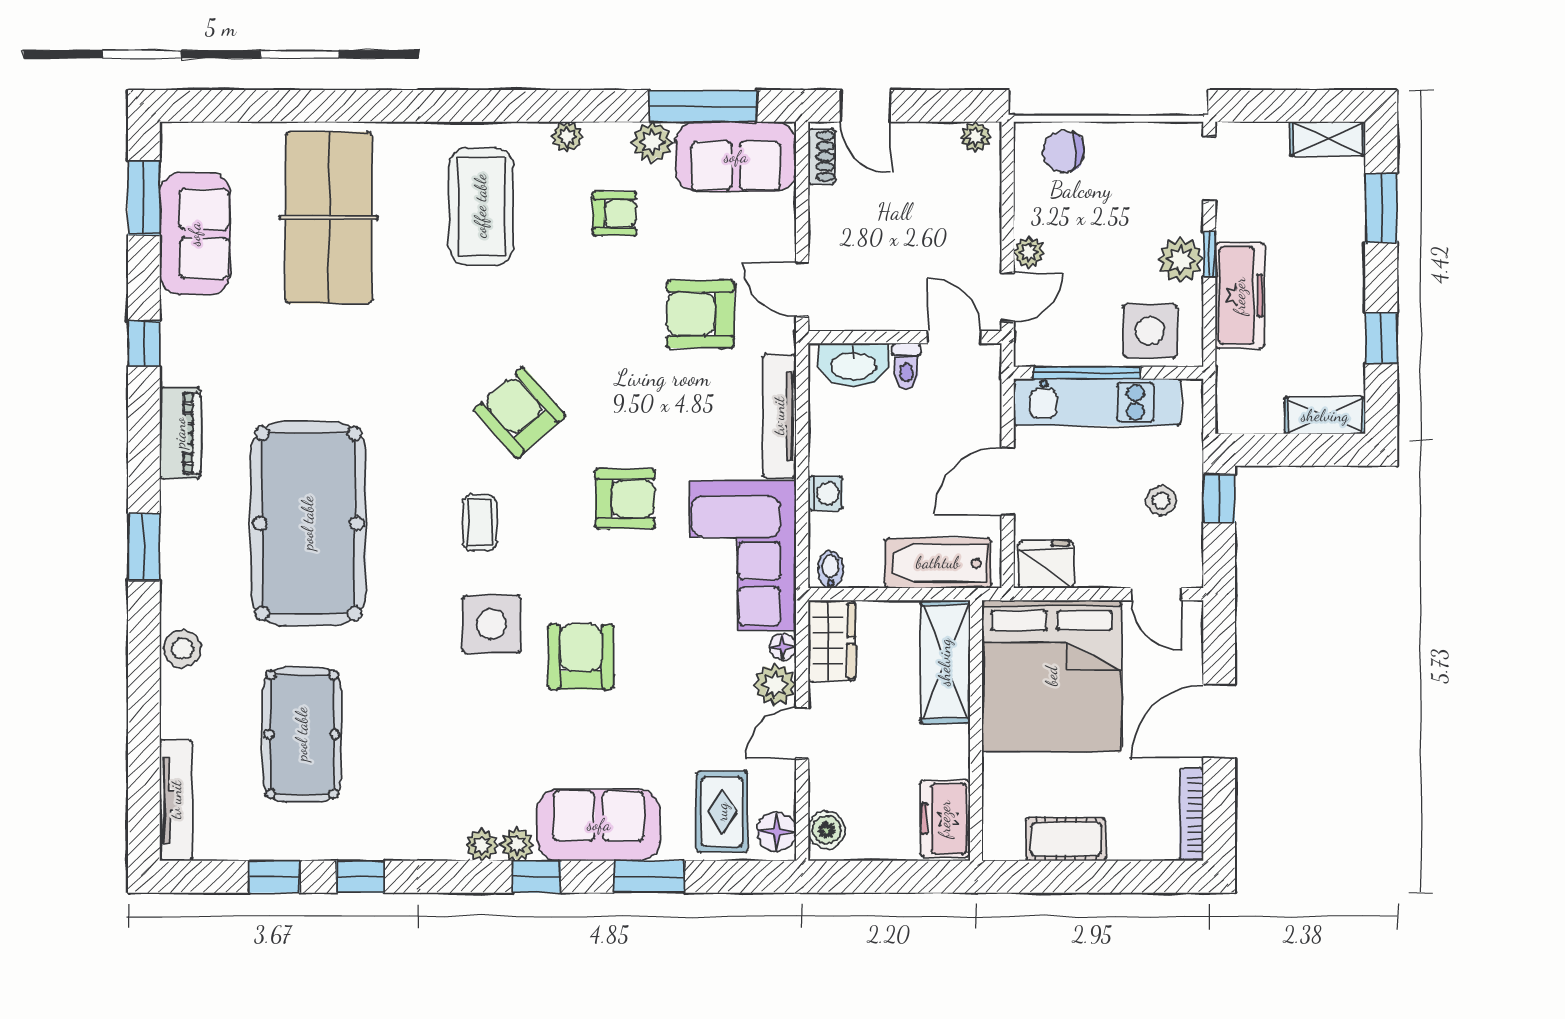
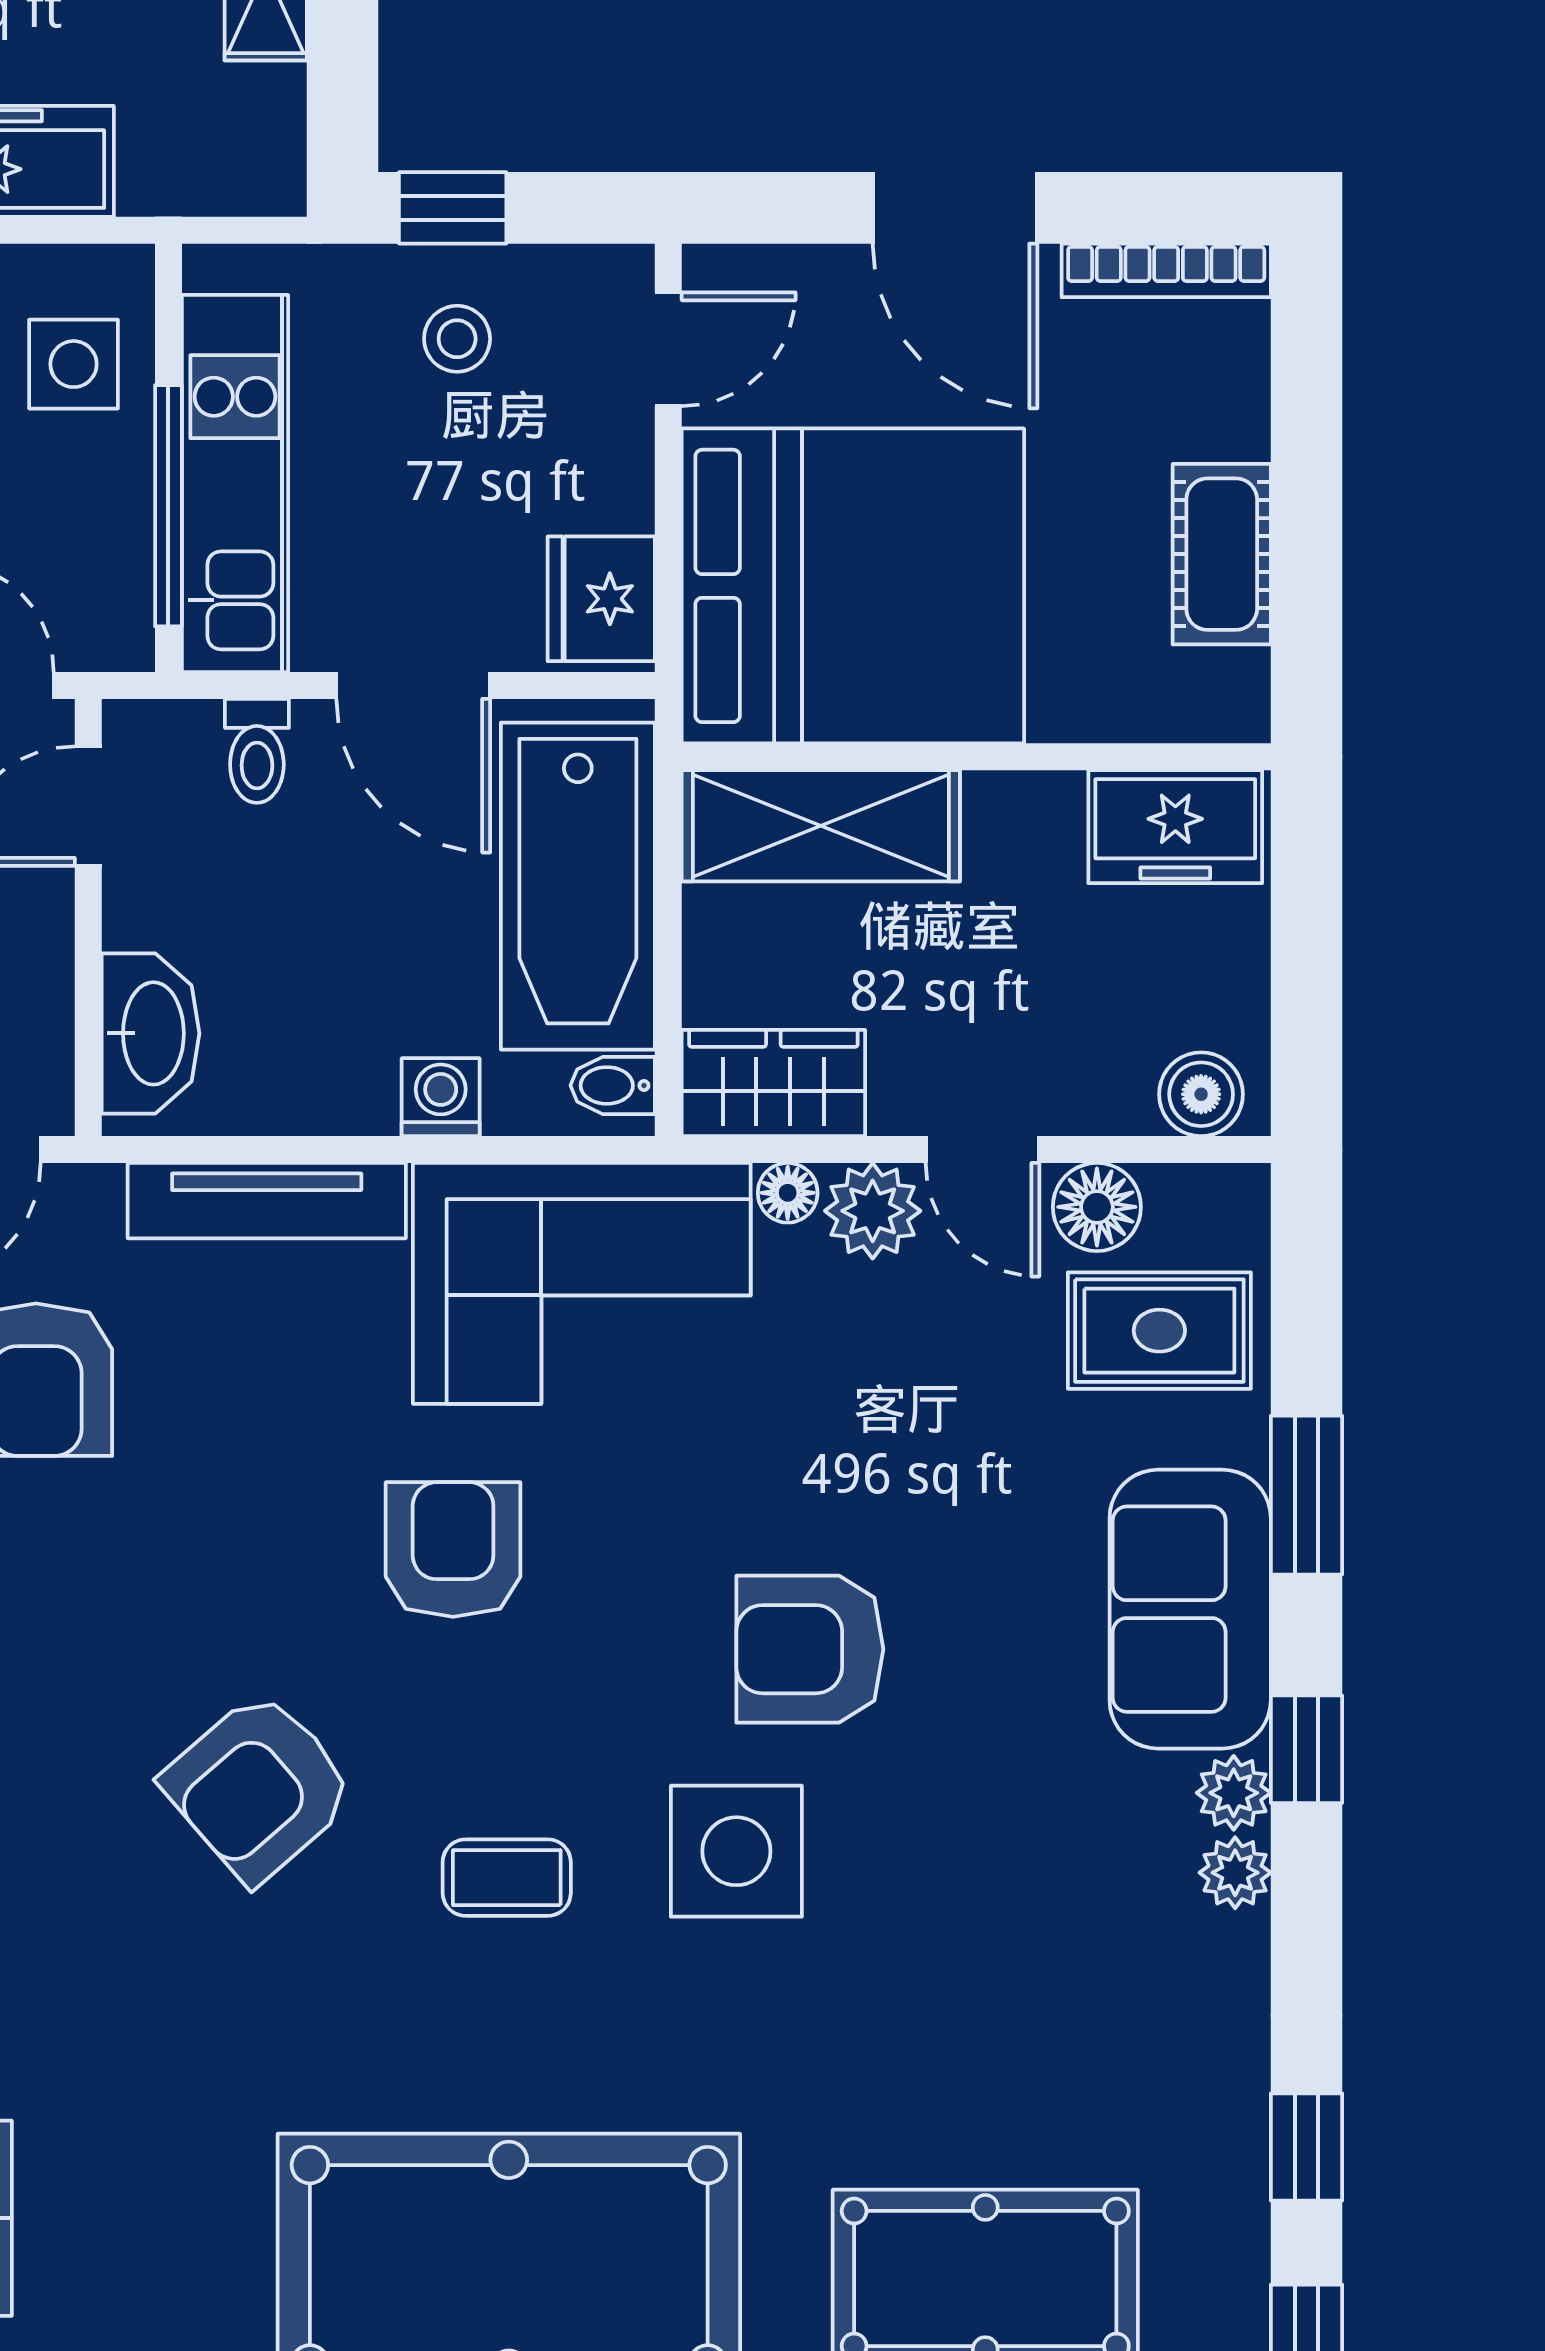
side table: (1150, 331) -> (74, 364), width x0.73, depth x0.73
toilet: (906, 366) -> (257, 751), moved, turned 90
bathtub: (938, 563) -> (578, 886), width x1.36, depth x1.36
floor lamp: (777, 832) -> (1097, 1207), moved

